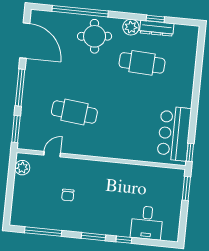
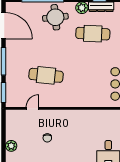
plant: (22, 168) -> (11, 146), moved

